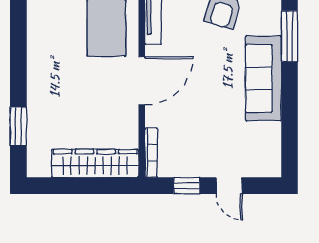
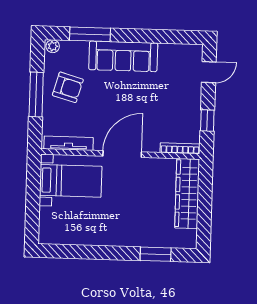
door: (142, 81) -> (122, 154), hinge flipped
door: (229, 186) -> (209, 72), moved

